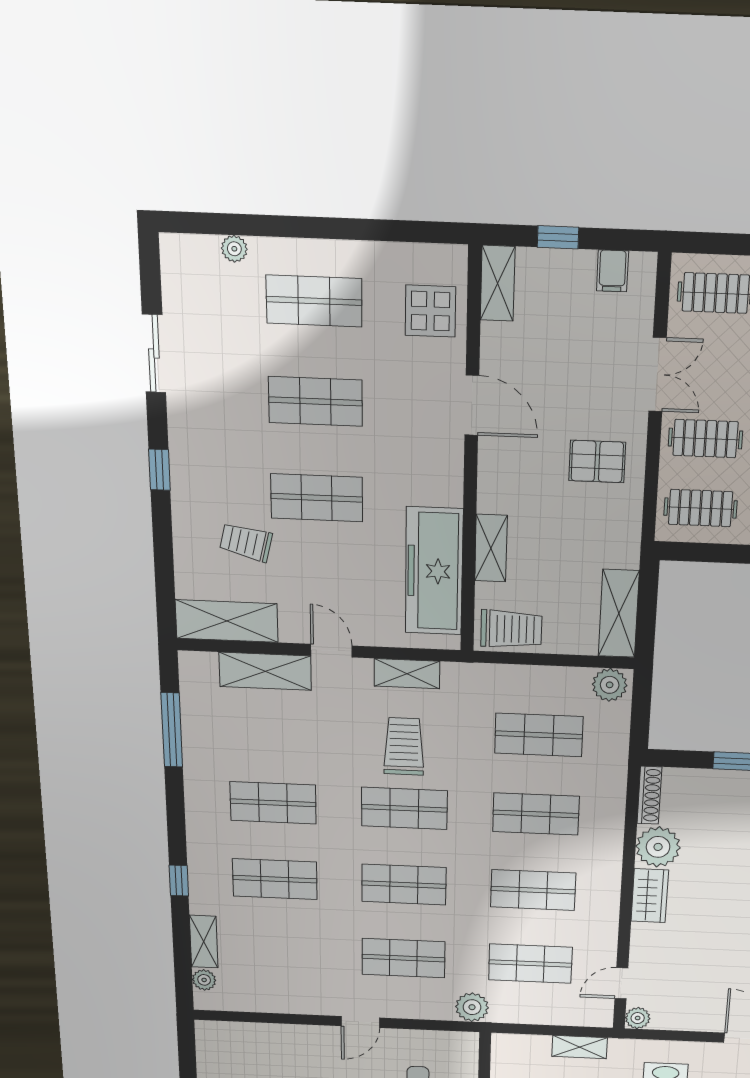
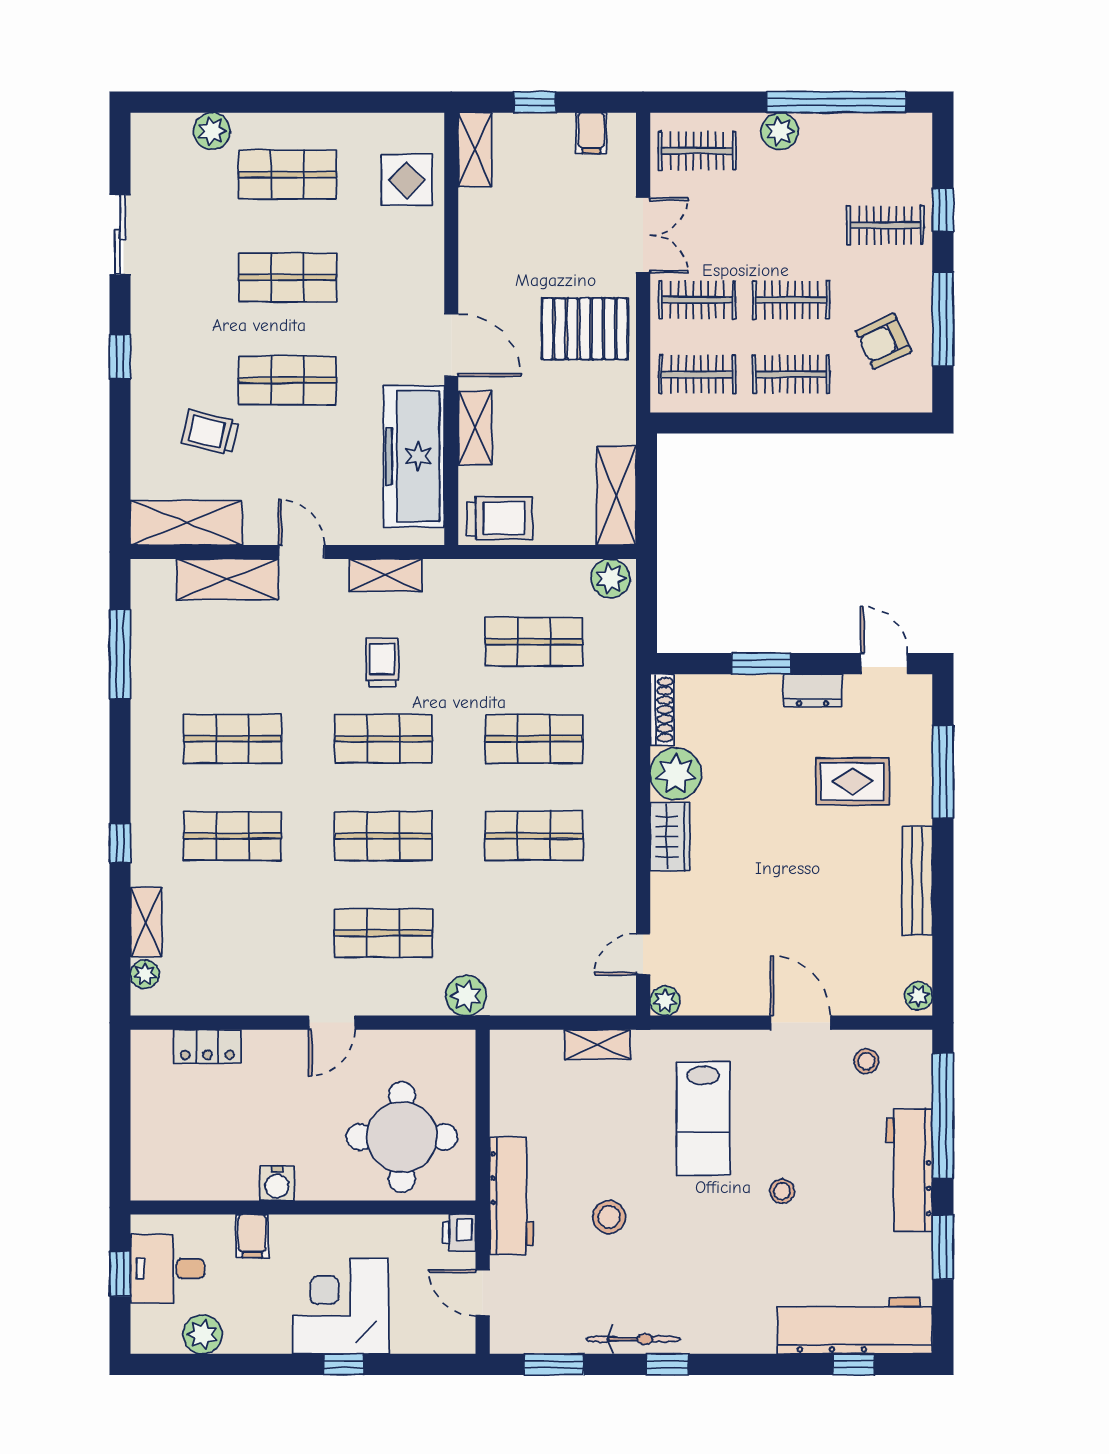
plant: (234, 249) -> (212, 131), width x1.38, depth x1.38
door: (472, 405) -> (451, 345), moved
pallet: (597, 461) -> (585, 329), width x1.50, depth x1.42
trolley: (404, 746) -> (382, 663), width x0.73, depth x0.72
shop shelf: (530, 964) -> (534, 933), removed
locker: (258, 1035) -> (207, 1047), added

